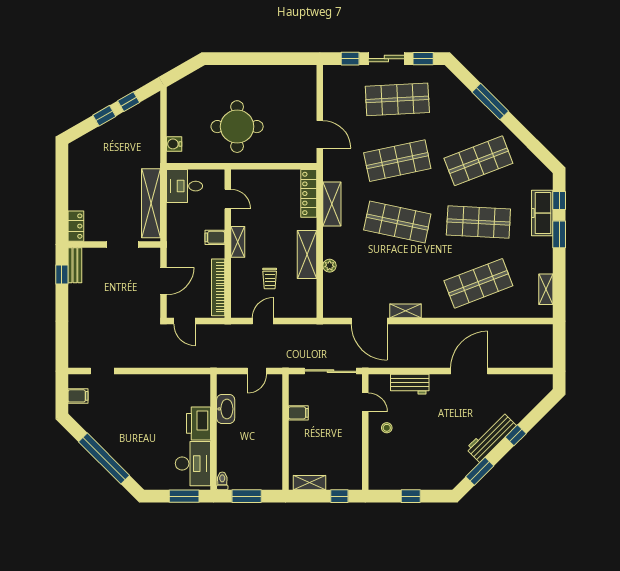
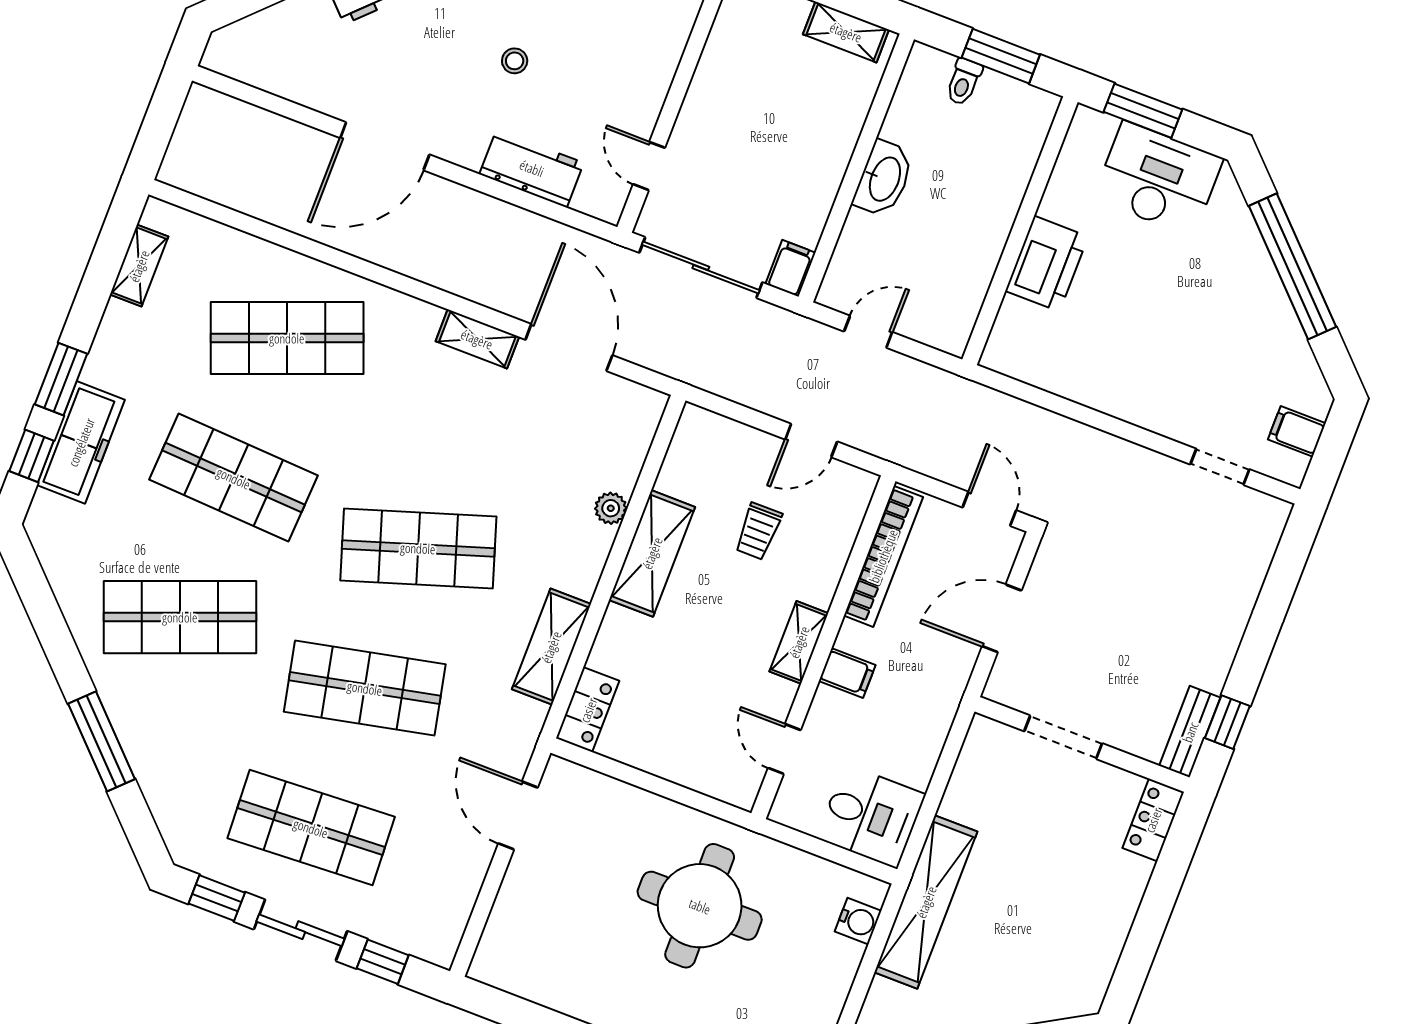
locker: (309, 193) -> (588, 710), width x0.66
shelving: (151, 203) -> (926, 902), moved
shop shelf: (397, 222) -> (418, 548), turned -30
trolley: (270, 279) -> (758, 531), turned 180
washbasin: (226, 409) -> (884, 179), moved, turned 180
filing cabinet: (298, 413) -> (791, 268), moved, turned 90
stool: (387, 428) -> (515, 61), moved
desk: (193, 464) -> (1158, 179), moved, turned 90
toilet: (222, 481) -> (964, 82), moved

